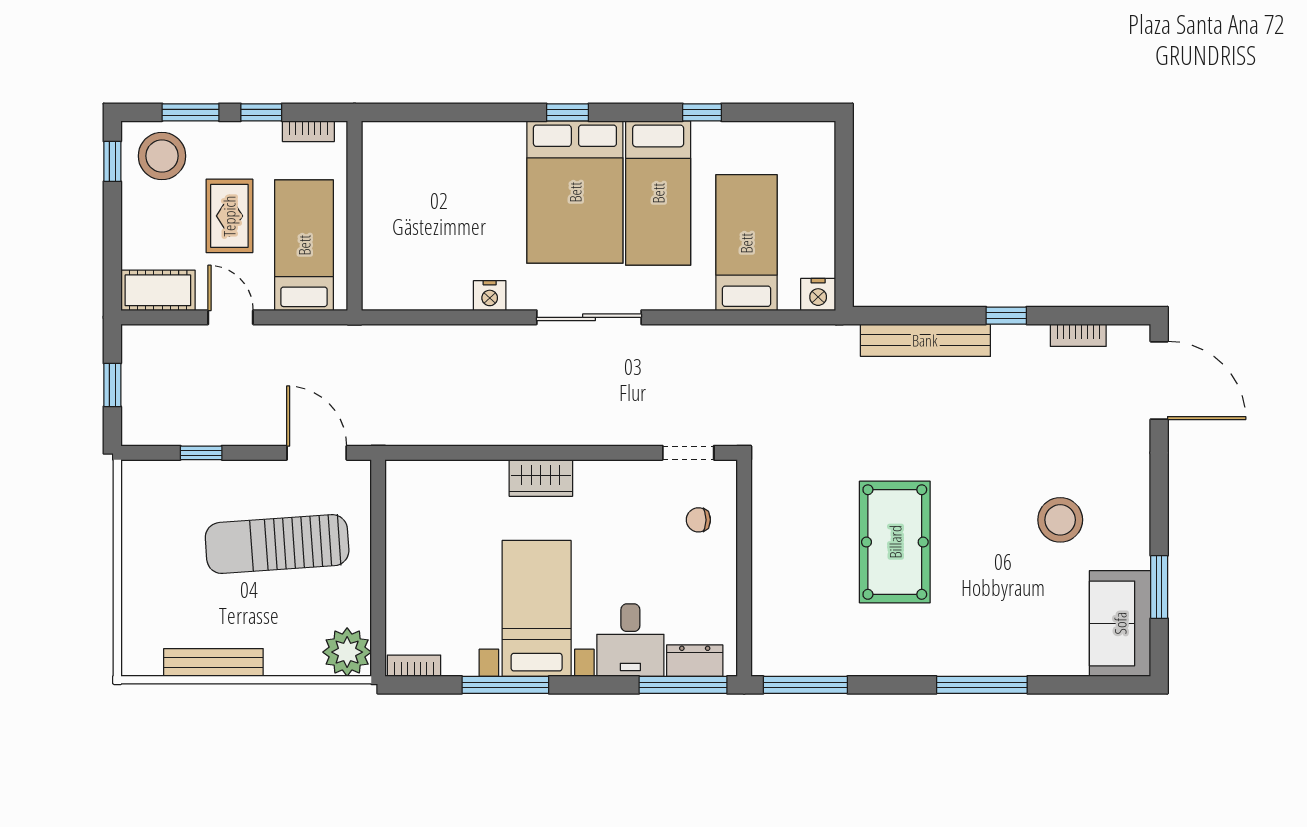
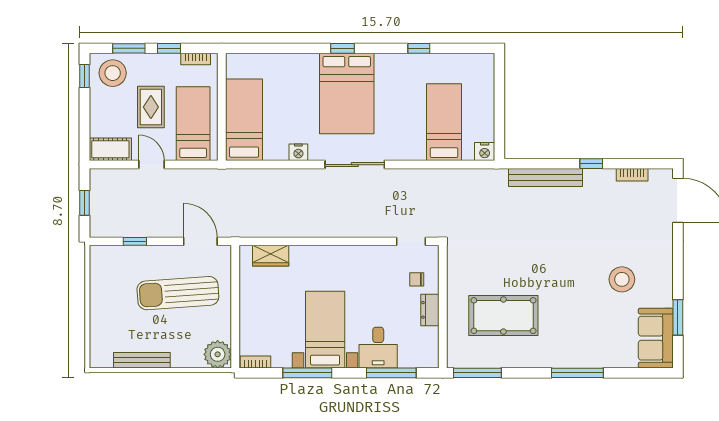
bed: (658, 193) -> (244, 120), moved, turned 180
wardrobe: (541, 478) -> (271, 256), moved
pool table: (895, 542) -> (503, 316), moved, turned 90
dresser: (695, 661) -> (430, 310), moved, turned -90
window: (683, 685) -> (391, 373), moved

